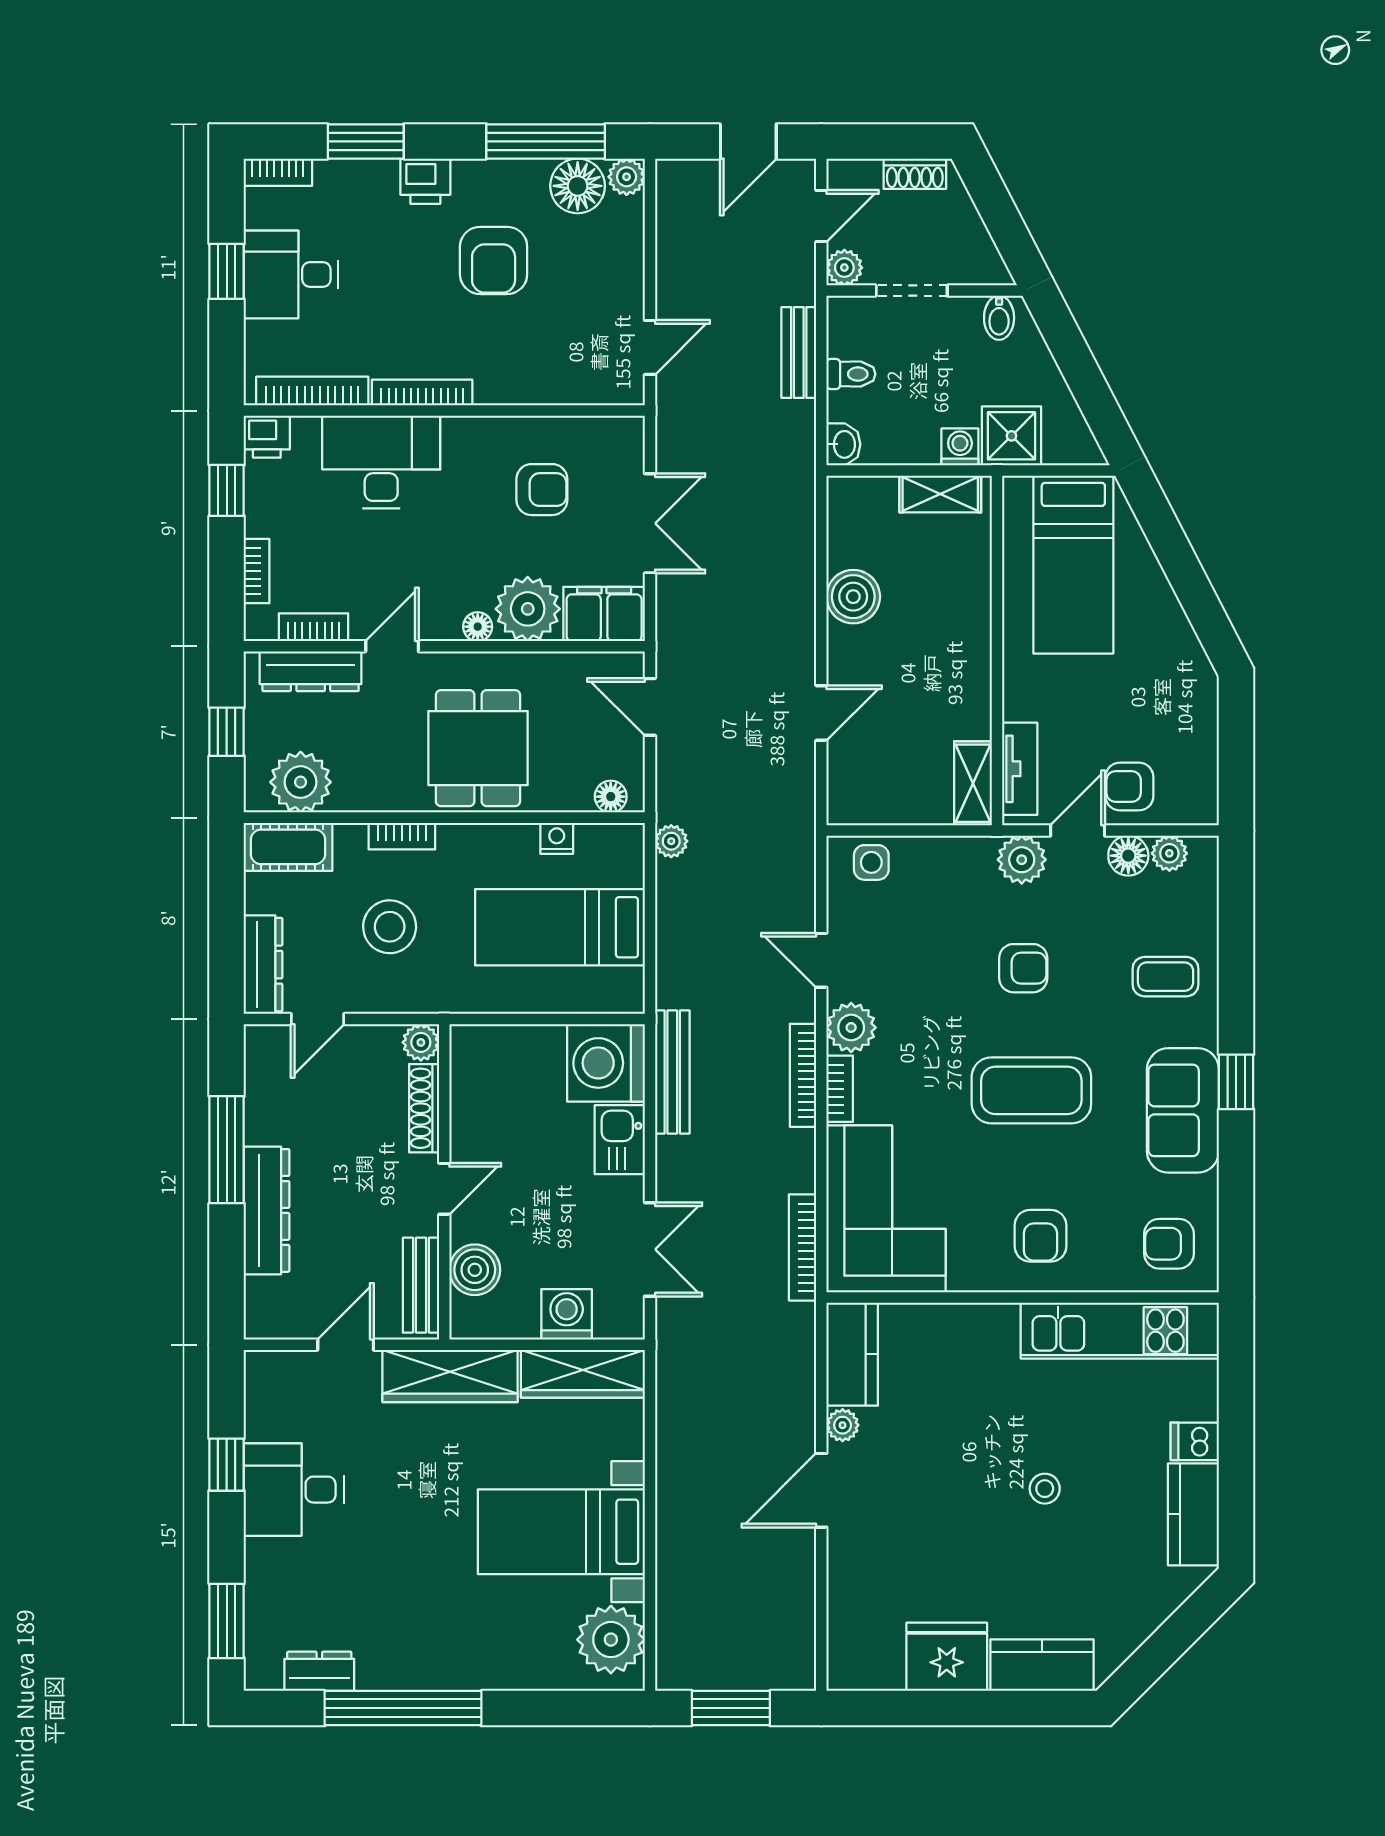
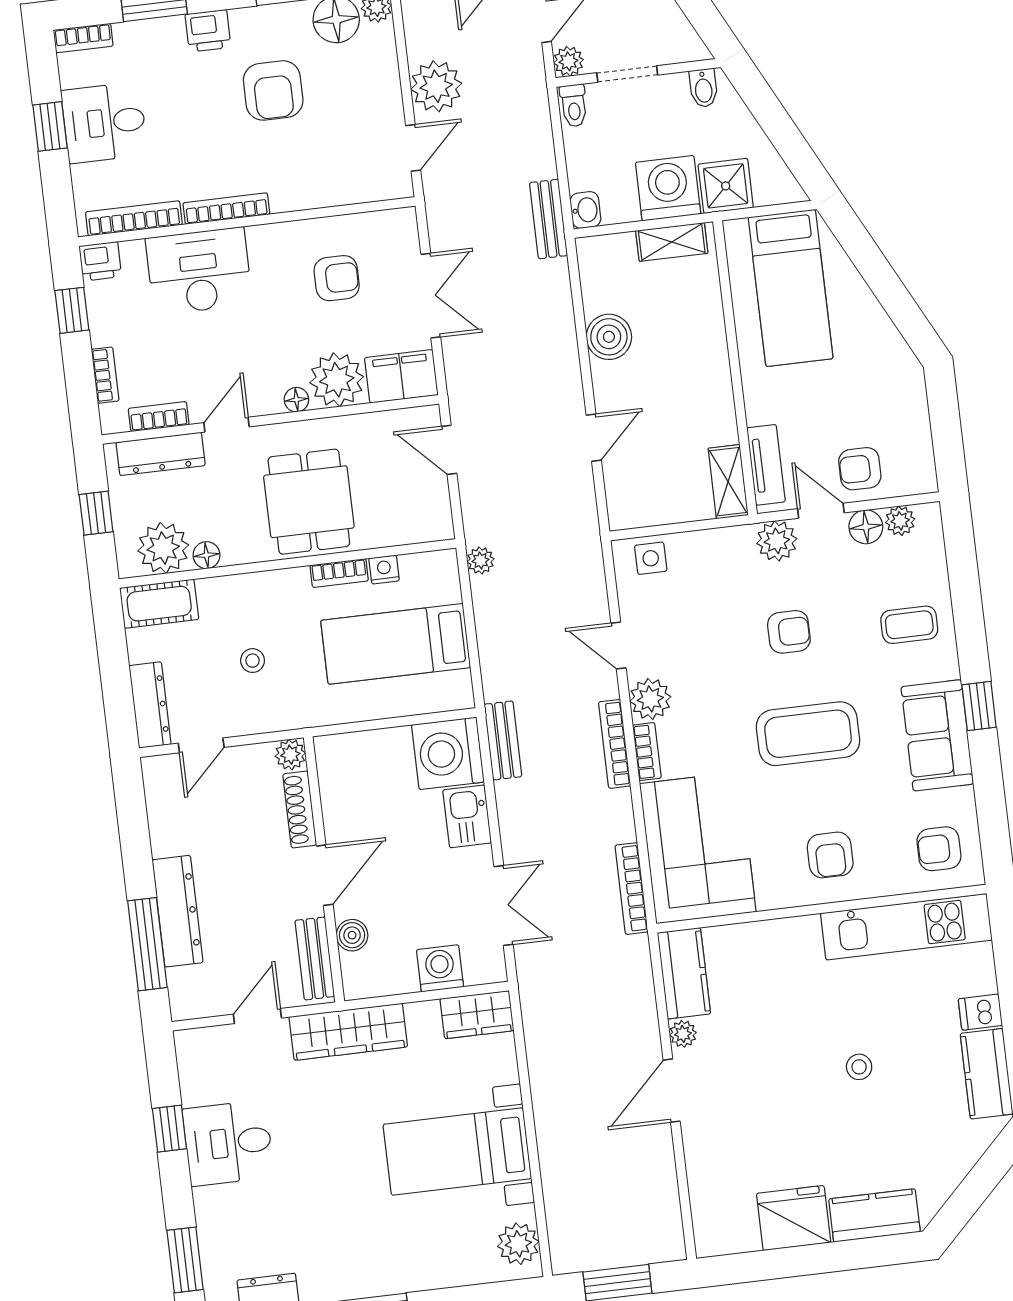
plant: (686, 278) -> (436, 86), added
bench: (799, 352) -> (549, 219), moved
toilet: (851, 374) -> (574, 106), moved, turned 90
washing machine: (960, 447) -> (668, 188), width x1.89, depth x1.89
floor lamp: (611, 797) -> (206, 555), moved
door: (1078, 830) -> (821, 511), hinge flipped
bookcase: (402, 836) -> (339, 573), moved
stool: (390, 927) -> (253, 661), width x0.53, depth x0.53
bench: (672, 1072) -> (503, 740), width x0.73
window: (227, 1150) -> (147, 944), moved
door: (444, 1189) -> (325, 875), width x1.37
boiler: (475, 1270) -> (352, 935), width x0.73, depth x0.73
wardrobe: (583, 1374) -> (477, 1015), width x0.67
plant: (611, 1640) -> (518, 1244), width x0.73, depth x0.73

